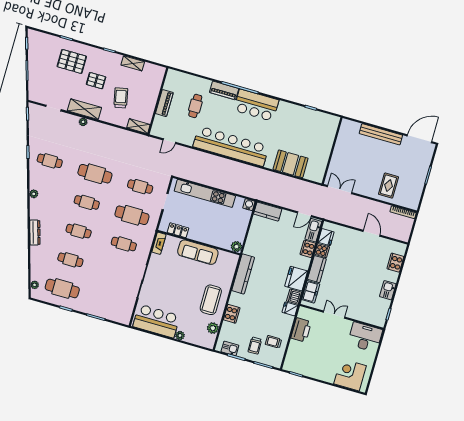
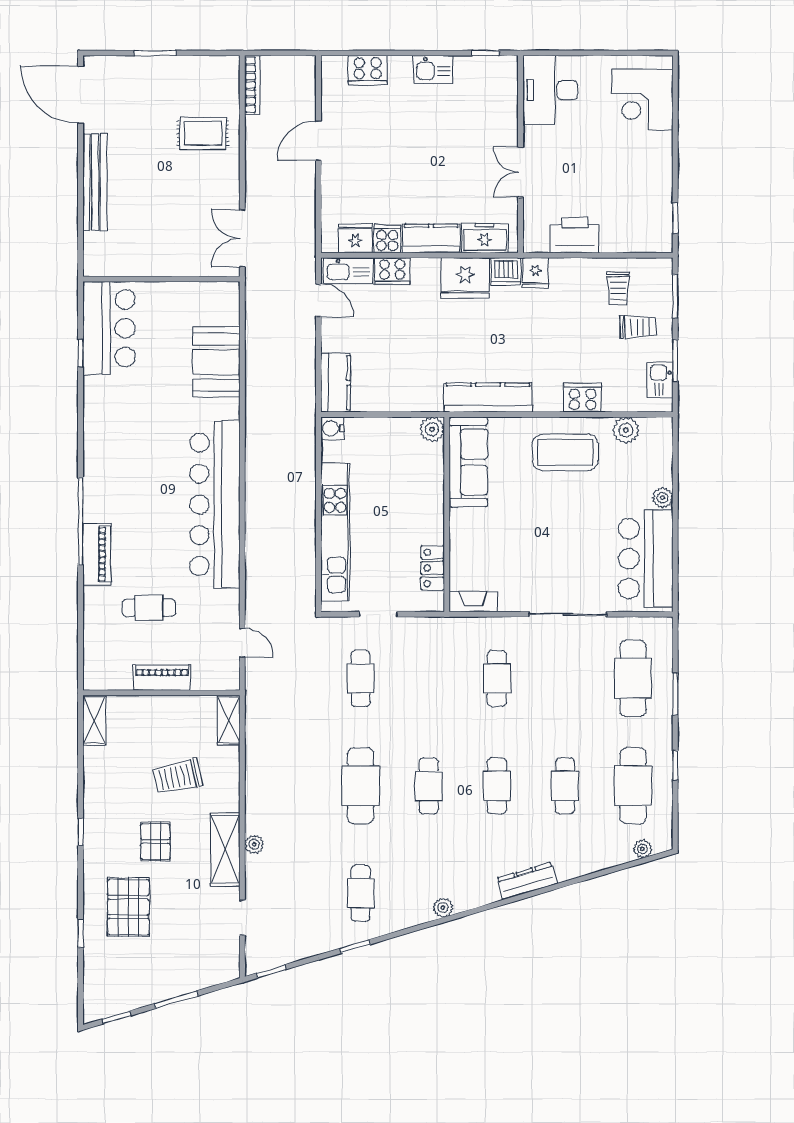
shelving: (133, 63) -> (94, 720), moved
bar counter: (256, 105) -> (109, 328), moved
cafe table: (132, 215) -> (633, 678), moved
sofa: (198, 252) -> (468, 462), moved

